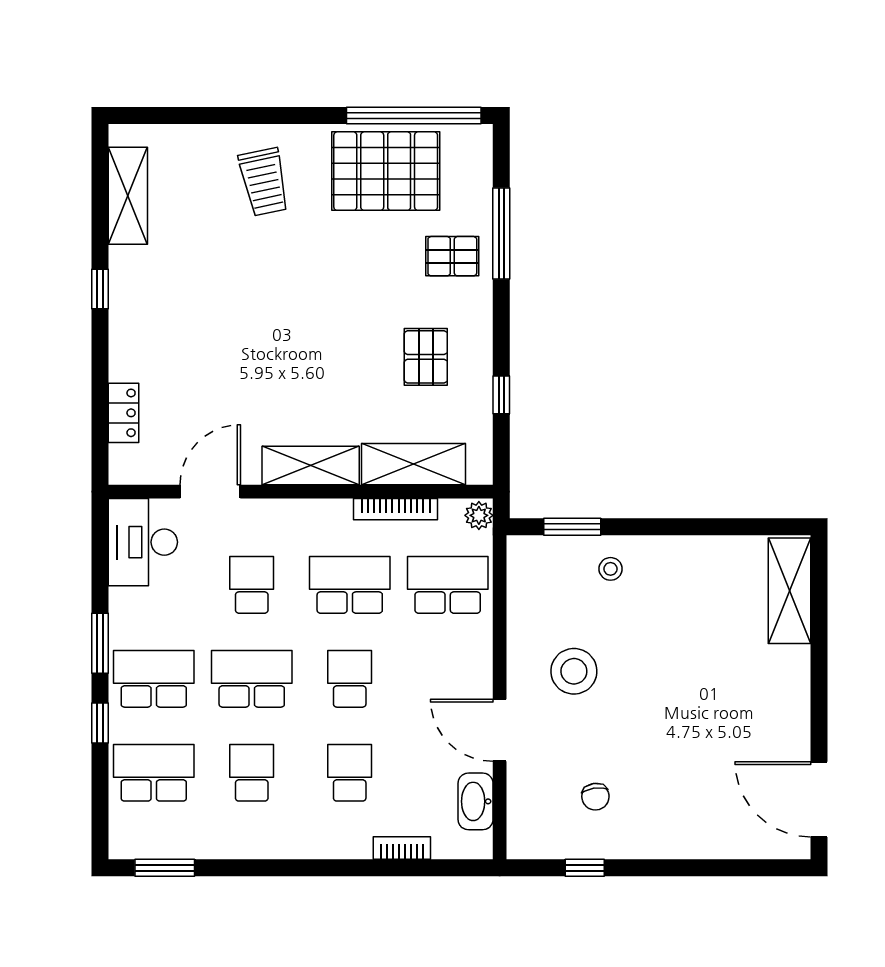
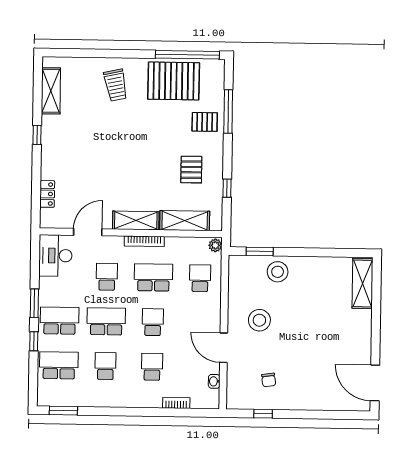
bookcase: (396, 509) -> (144, 241), moved
stool: (611, 569) -> (278, 272), width x1.89, depth x1.89
school desk: (448, 585) -> (200, 278), width x0.54
washbasin: (476, 801) -> (214, 381), width x0.52, depth x0.69

